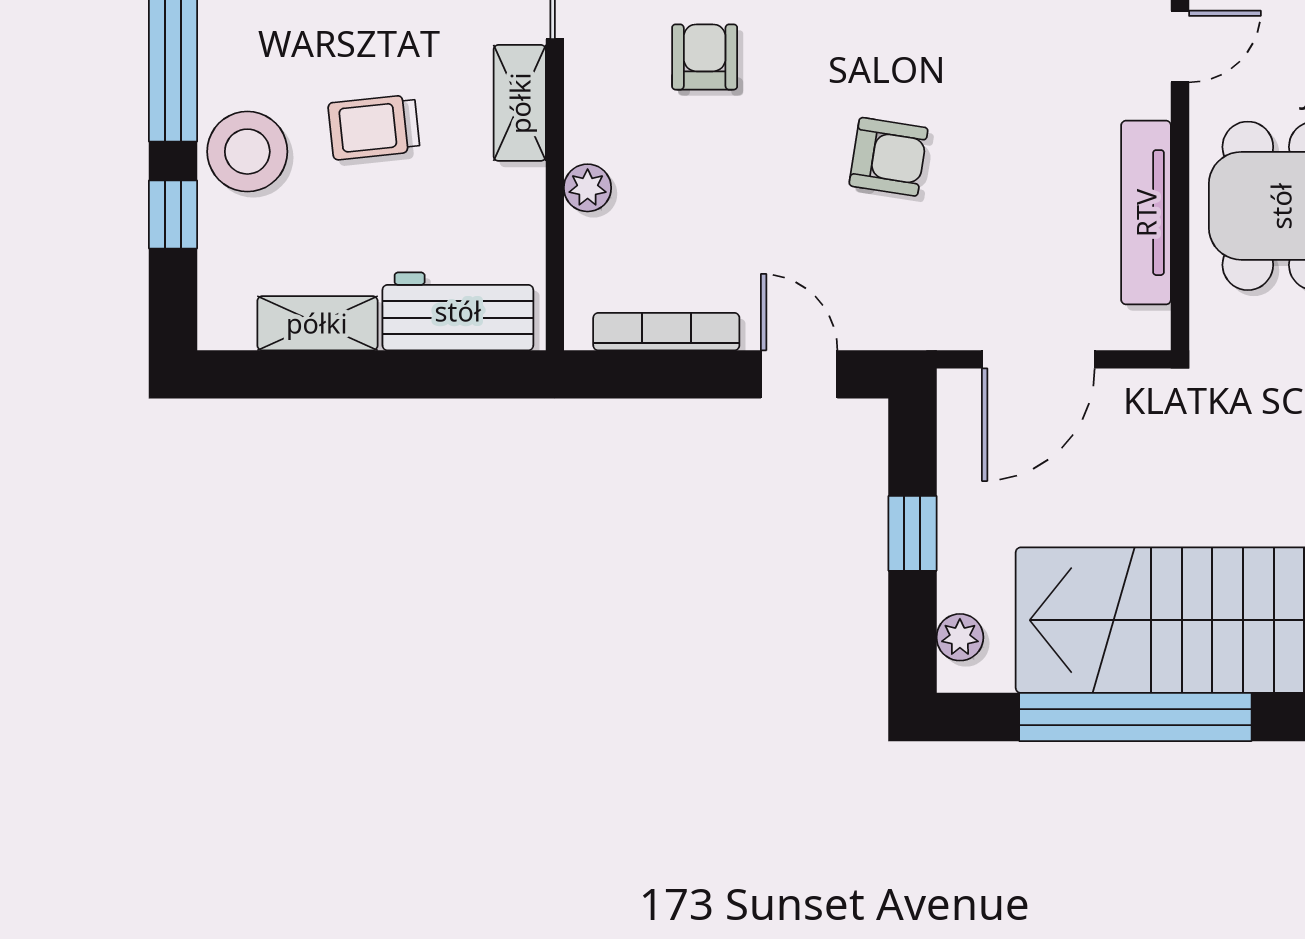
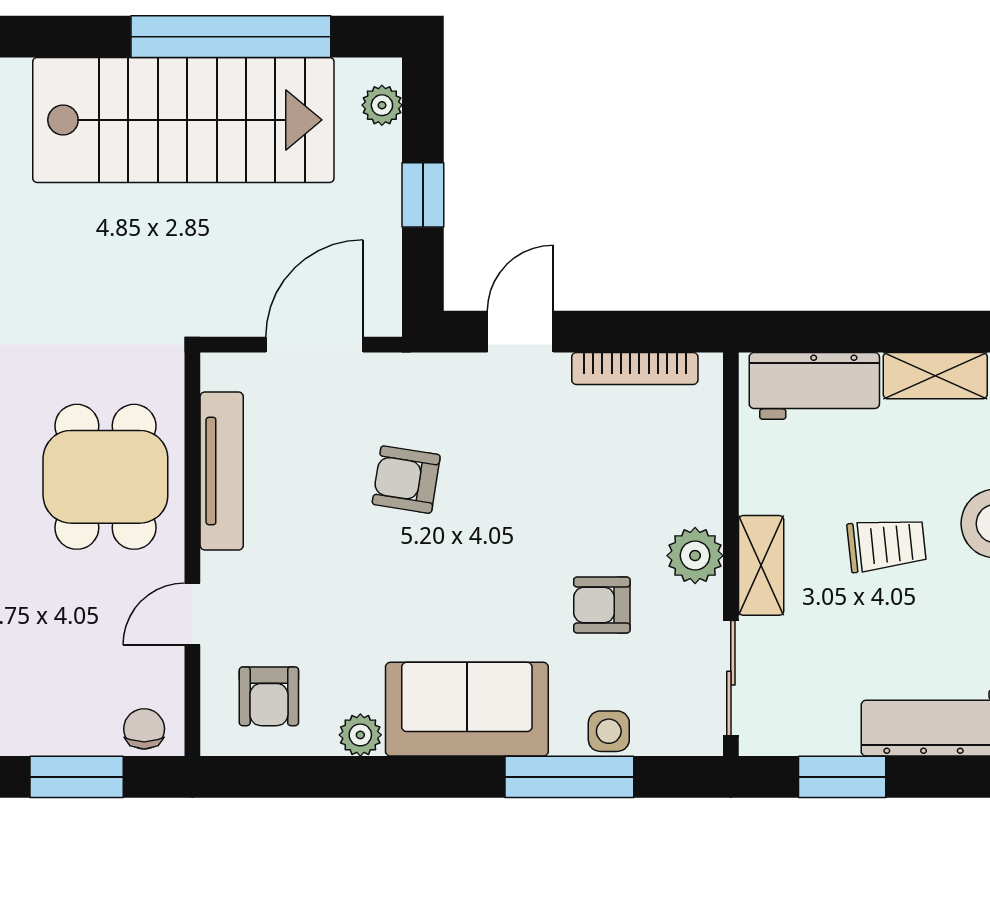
armchair: (705, 57) -> (602, 605), turned 90
armchair: (889, 157) -> (406, 480), moved
plant: (588, 188) -> (695, 556), moved, width x1.38, depth x1.38
door: (799, 374) -> (520, 332), swing flipped

